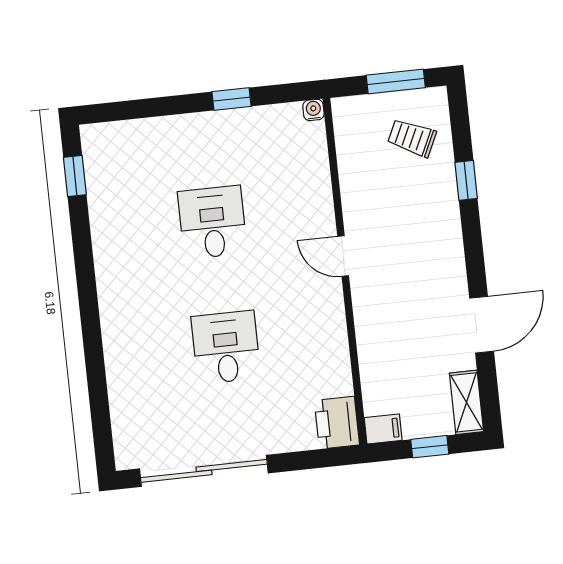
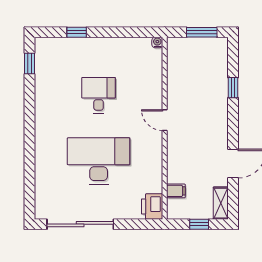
window: (232, 99) -> (77, 32), moved
trolley: (412, 138) -> (207, 62), removed
desk: (226, 347) -> (99, 161), width x1.87, depth x1.30
filing cabinet: (383, 429) -> (176, 191), moved

